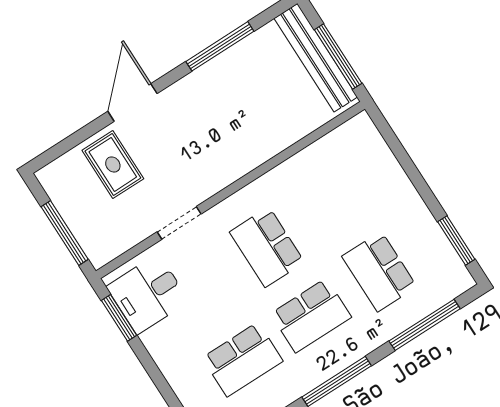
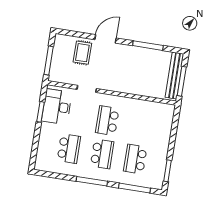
desk: (148, 294) -> (57, 107), width x1.37
school desk: (311, 315) -> (102, 154), turned -90
window: (119, 318) -> (40, 112), moved
school desk: (243, 359) -> (69, 149), turned -90

